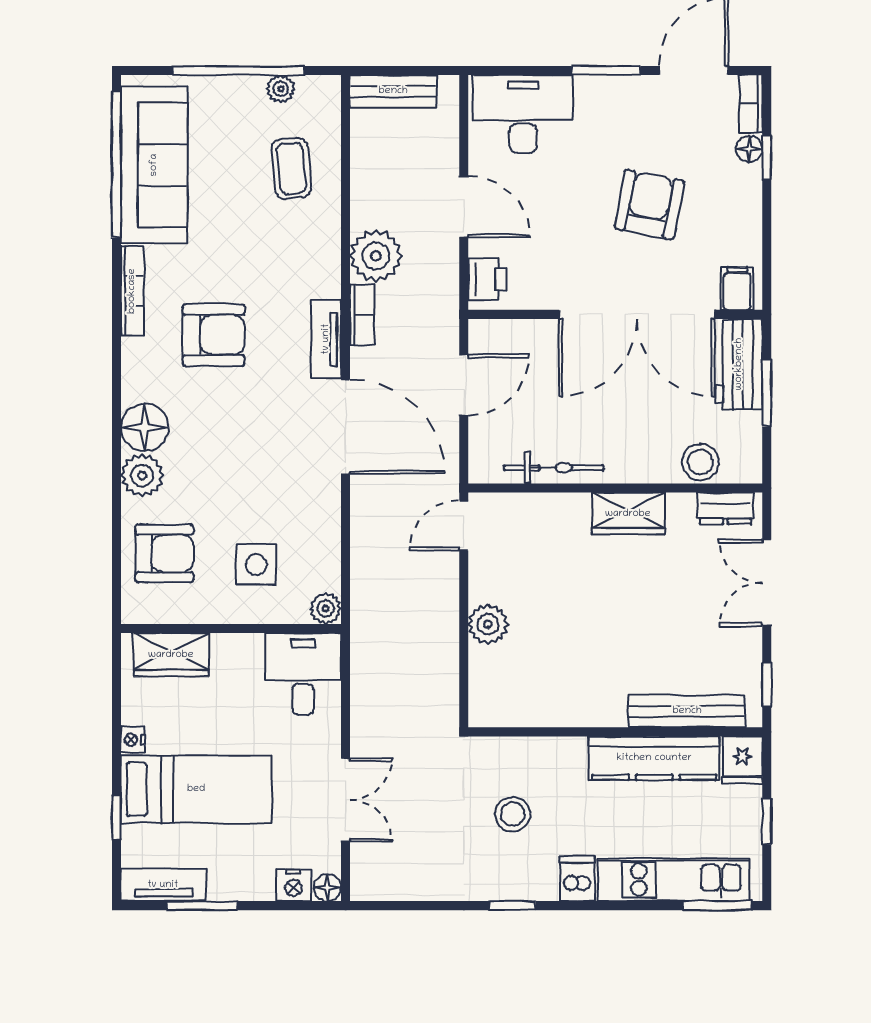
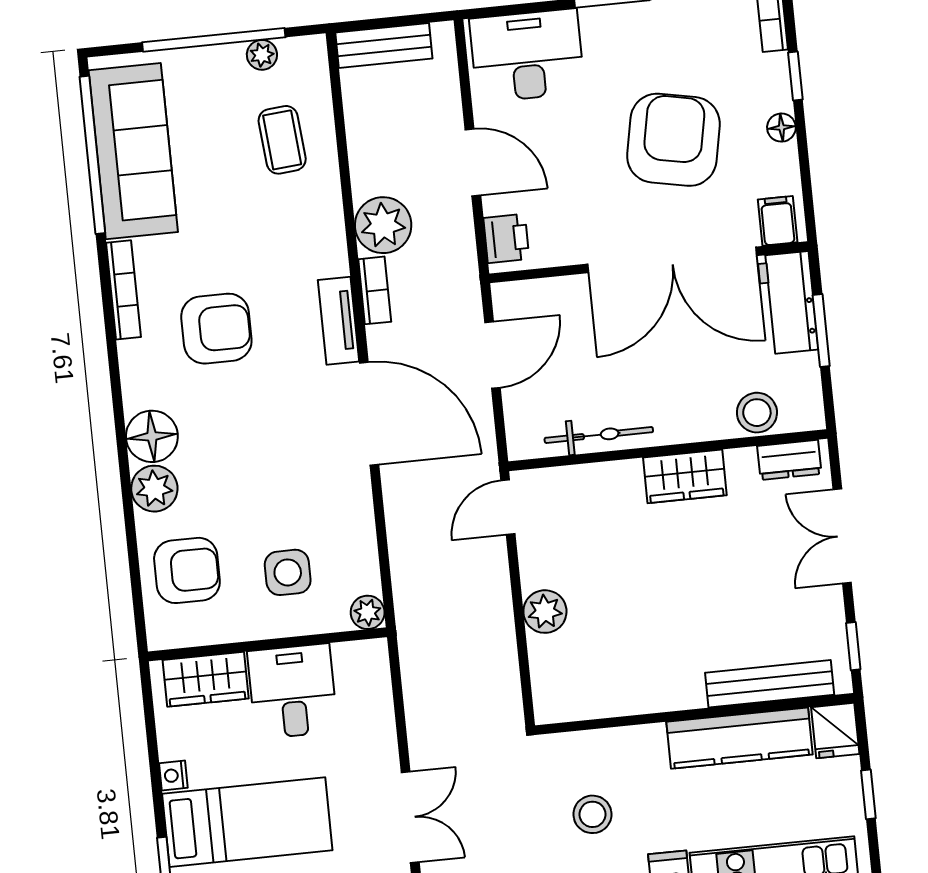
floor lamp: (749, 149) -> (781, 128), moved
armchair: (649, 205) -> (673, 140), width x1.36, depth x1.36
desk: (303, 674) -> (293, 691), moved

